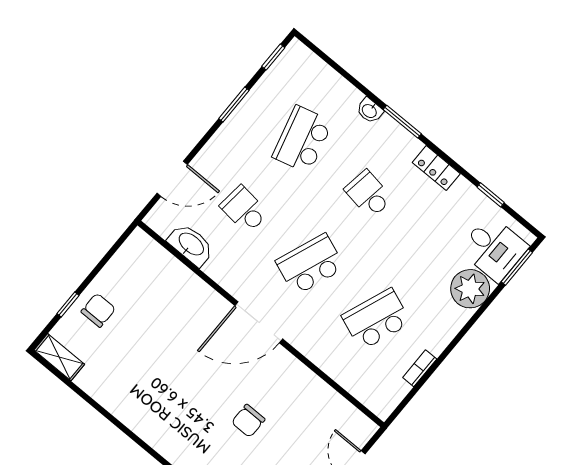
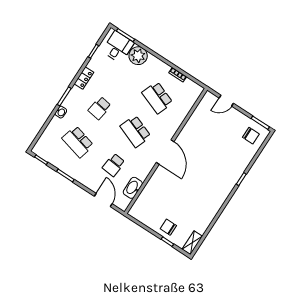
school desk: (302, 139) -> (78, 142), turned 30
chair: (248, 421) -> (211, 152), removed

